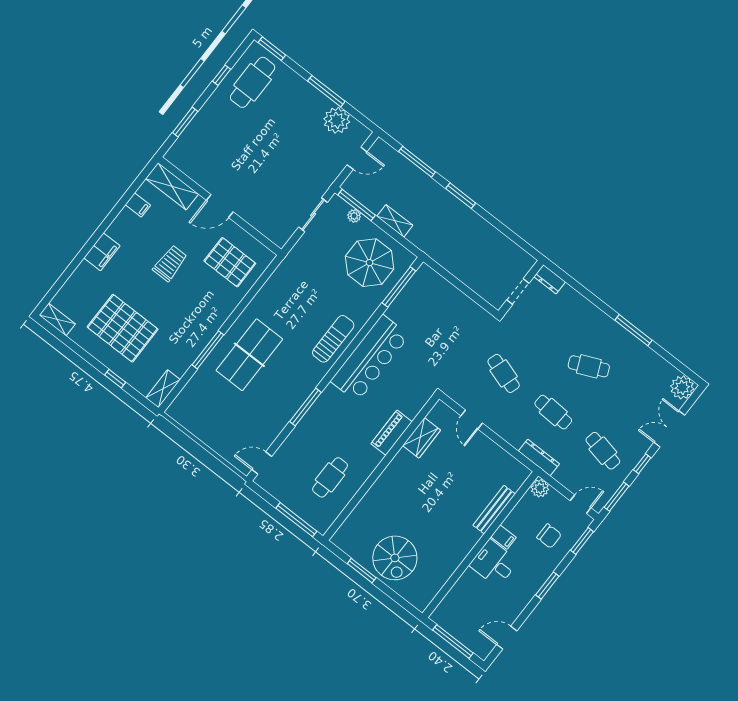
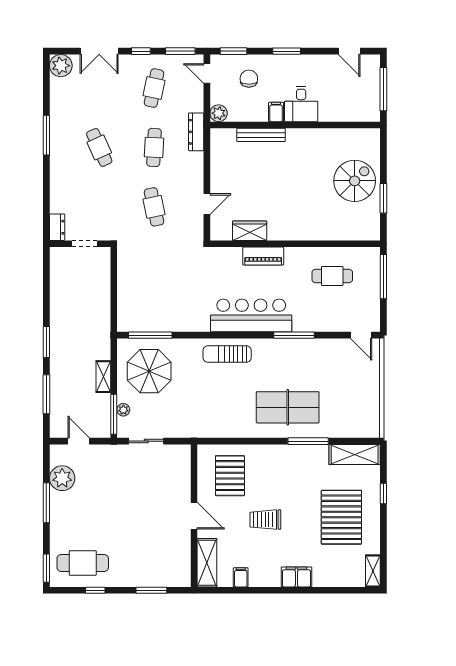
bar counter: (370, 358) -> (251, 315), moved
cafe table: (504, 373) -> (154, 207), turned -30
shelving: (163, 389) -> (355, 454), width x1.50, depth x1.33

